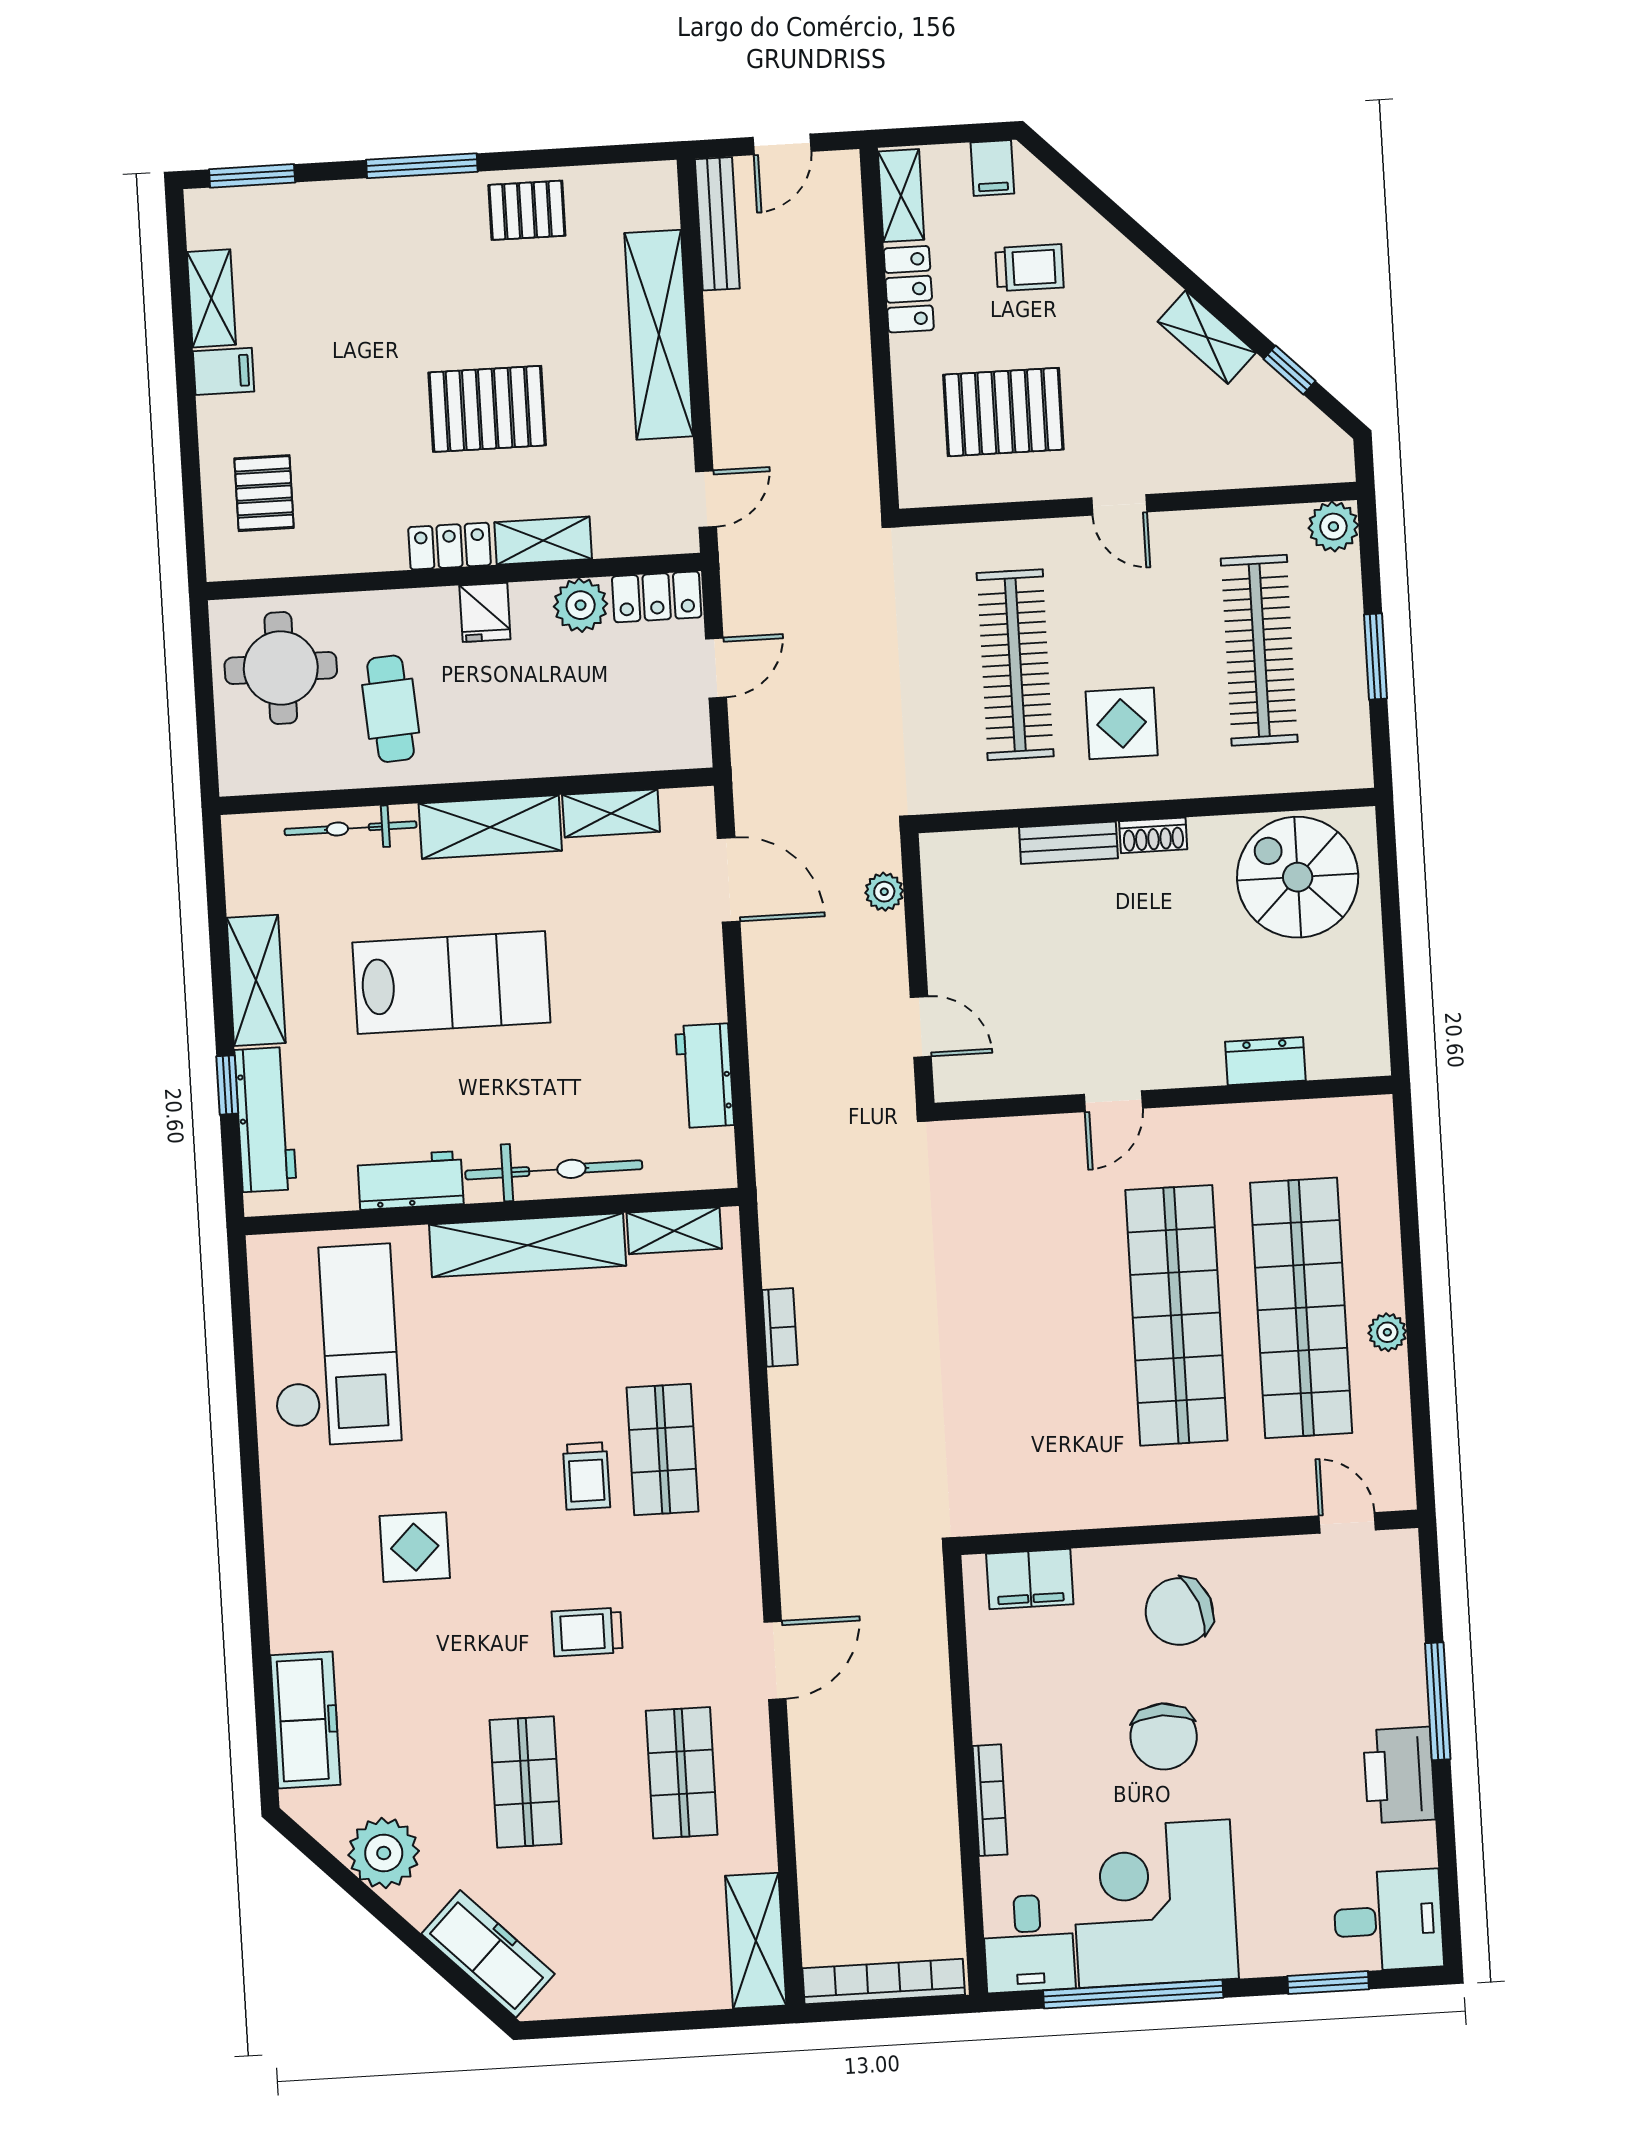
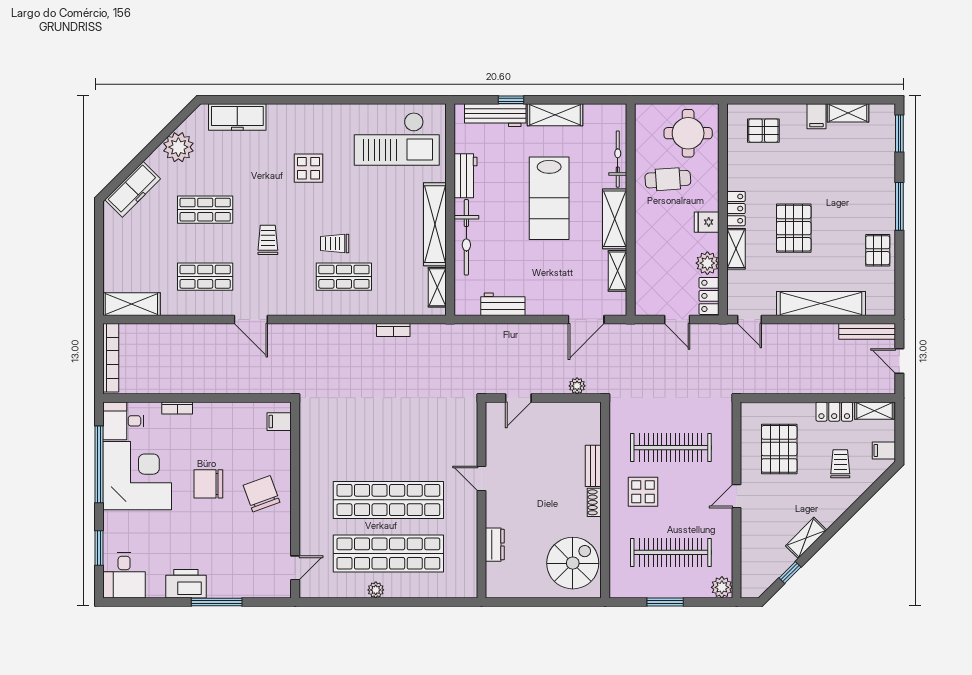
trolley: (1029, 268) -> (840, 464), turned 180
filing cabinet: (1030, 1579) -> (279, 422), width x0.50
bookcase: (990, 1800) -> (177, 408), width x0.64

